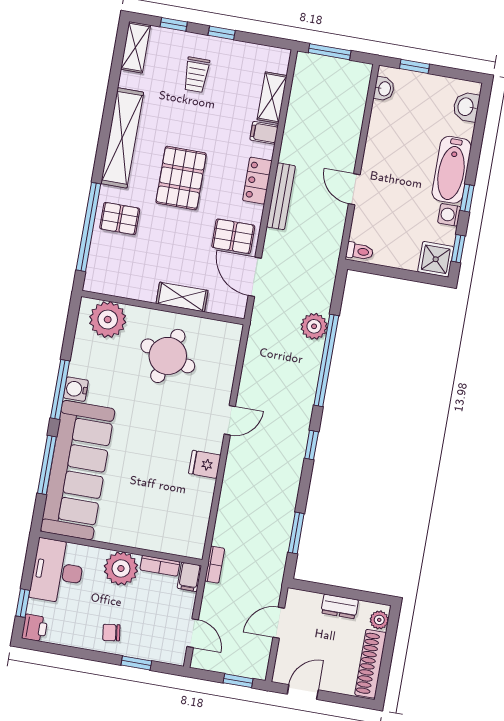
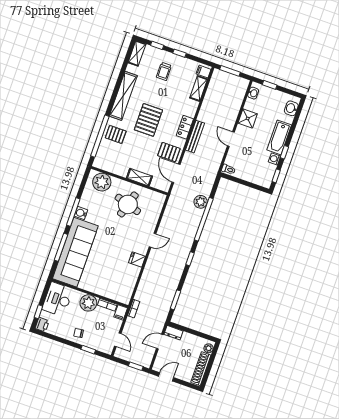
filing cabinet: (264, 133) -> (204, 72), moved
shower: (436, 259) -> (248, 118), moved
dresser: (340, 606) -> (174, 333), moved

